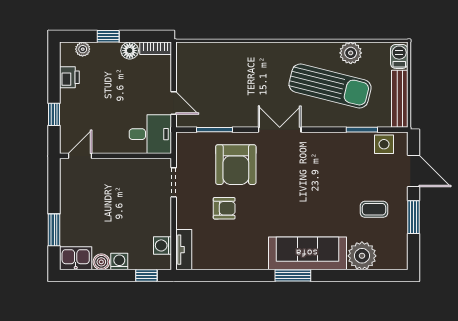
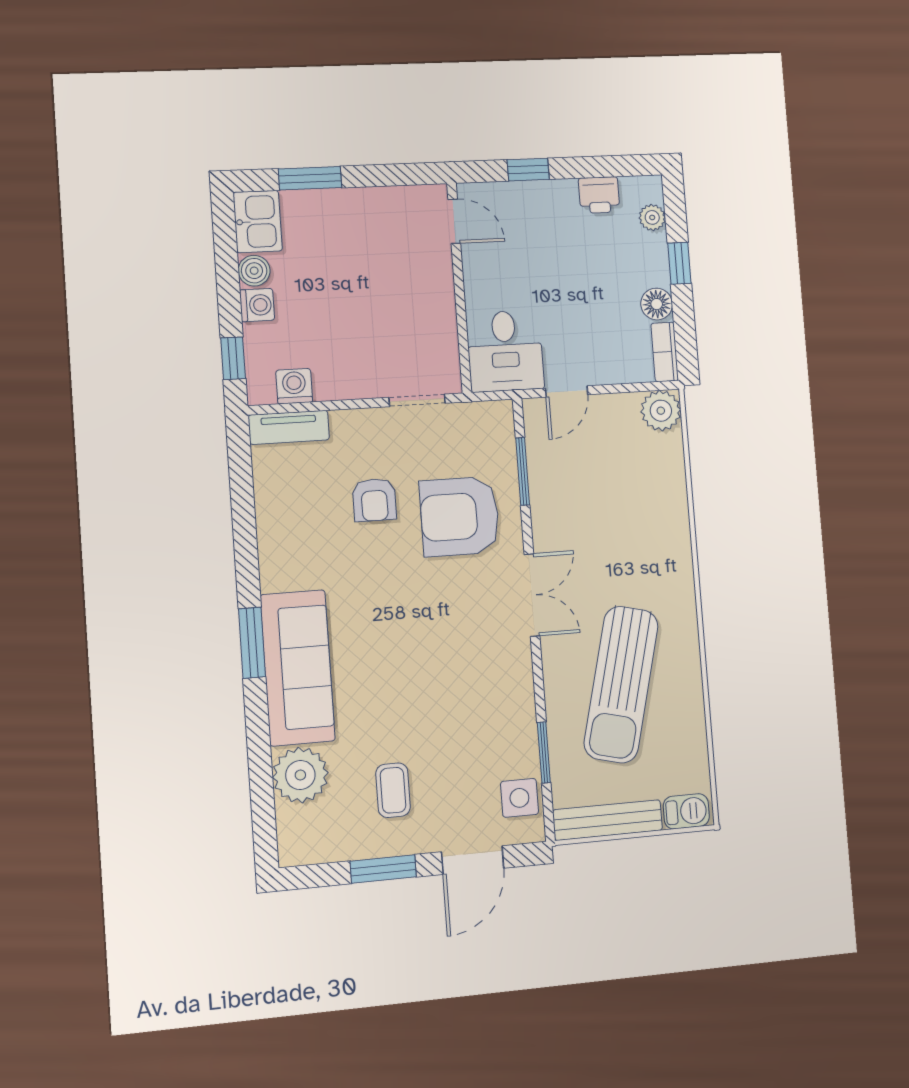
plant: (351, 53) -> (661, 411), moved

